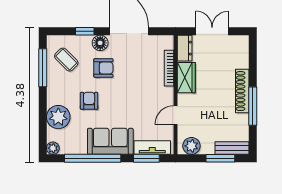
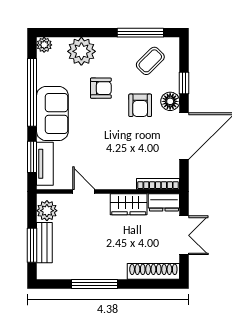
bookcase: (169, 68) -> (158, 184), moved
shoe rack: (242, 91) -> (153, 271), moved
bench: (232, 148) -> (44, 243), moved

